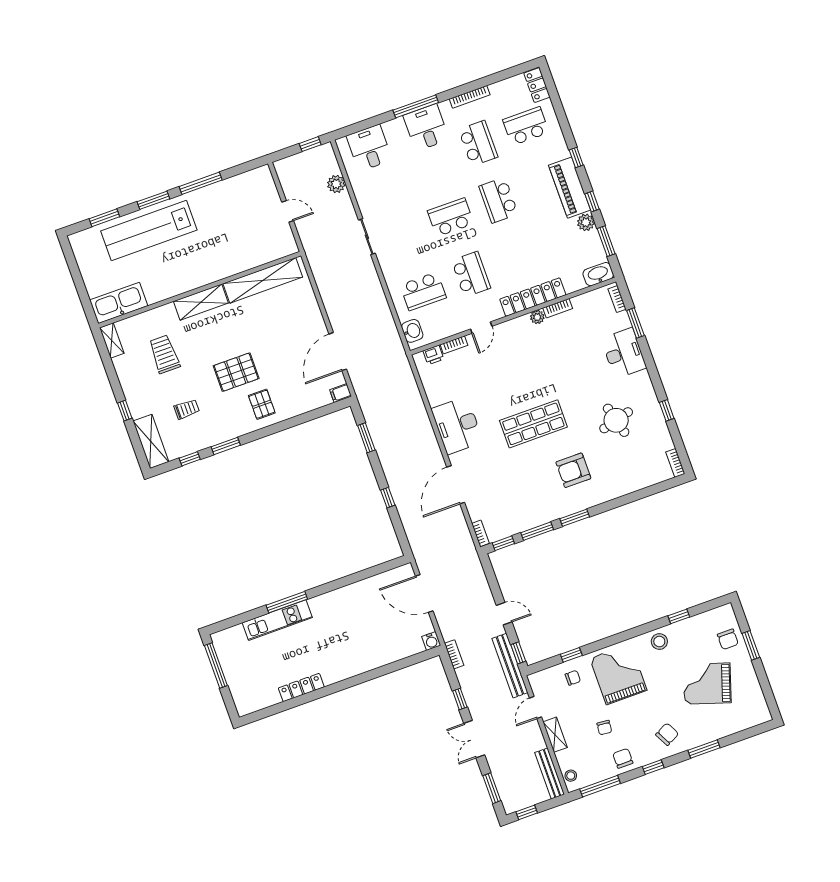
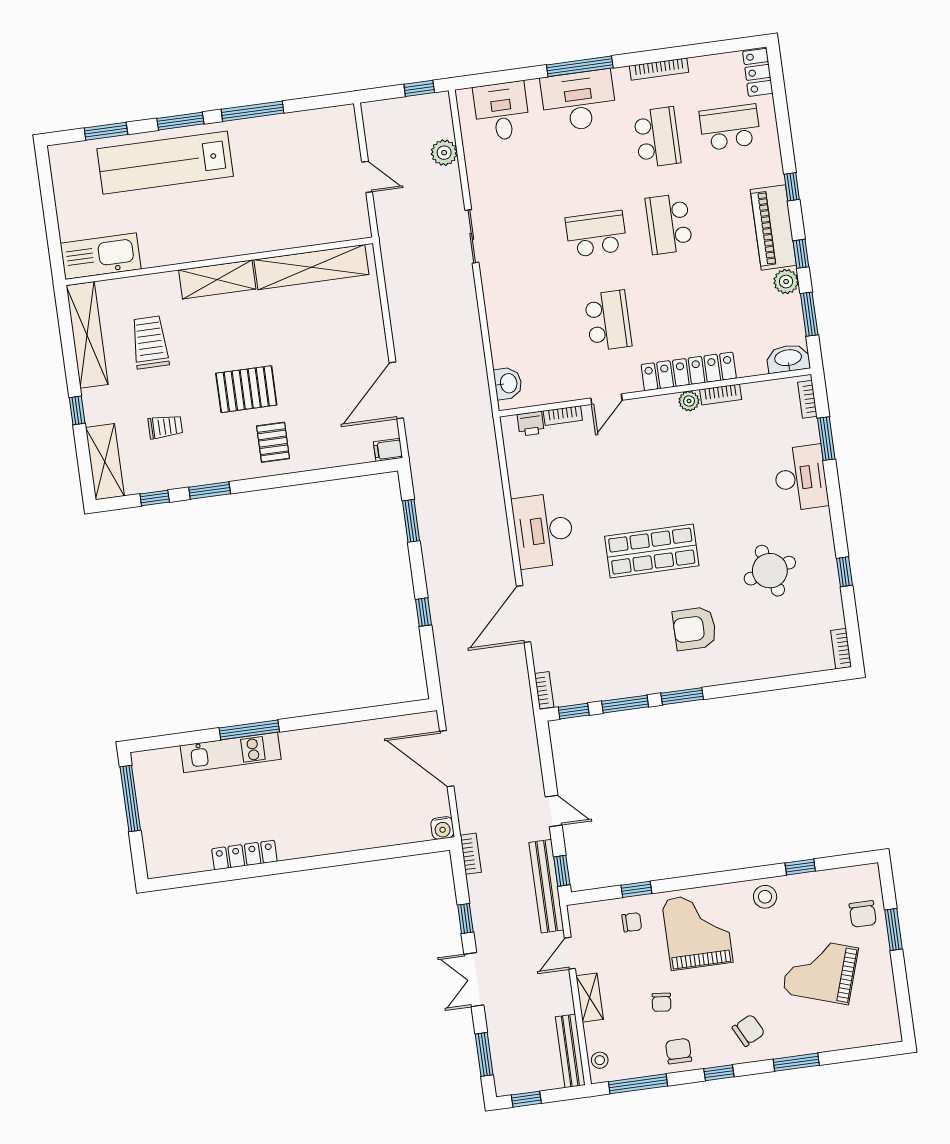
desk: (426, 128) -> (579, 101), width x1.37
school desk: (423, 291) -> (535, 331), removed
shelving: (112, 341) -> (87, 335), width x2.20, depth x1.33

